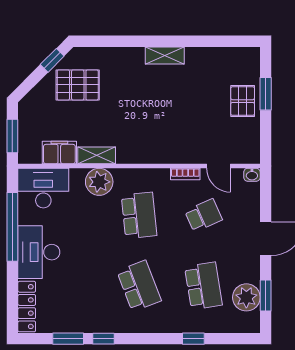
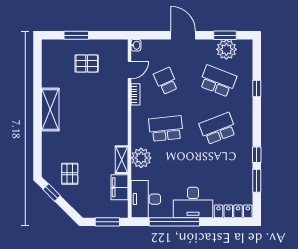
shelving: (165, 56) -> (50, 110), width x1.50, depth x1.33
pallet: (78, 85) -> (70, 174), width x0.67, depth x0.71
pallet: (243, 101) -> (87, 63), moved
school desk: (203, 286) -> (218, 81), turned 30

